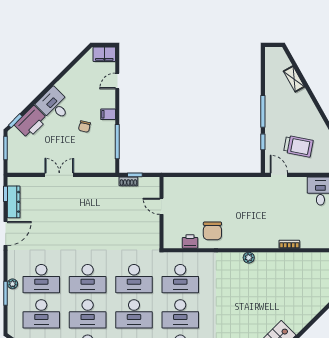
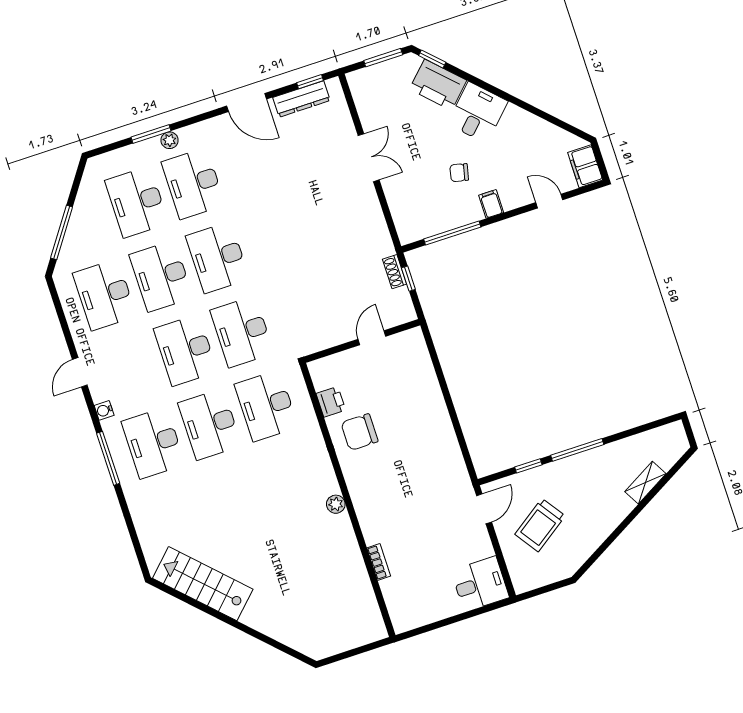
trolley: (298, 146) -> (540, 525), turned 44

